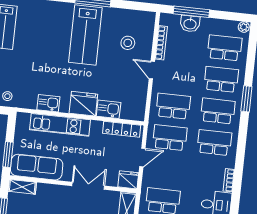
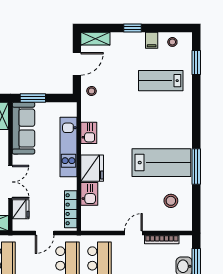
lab bench: (85, 35) -> (161, 163), turned 180
stool: (128, 43) -> (171, 201), moved
door: (142, 157) -> (45, 233), hinge flipped
fridge: (128, 180) -> (21, 209), moved

